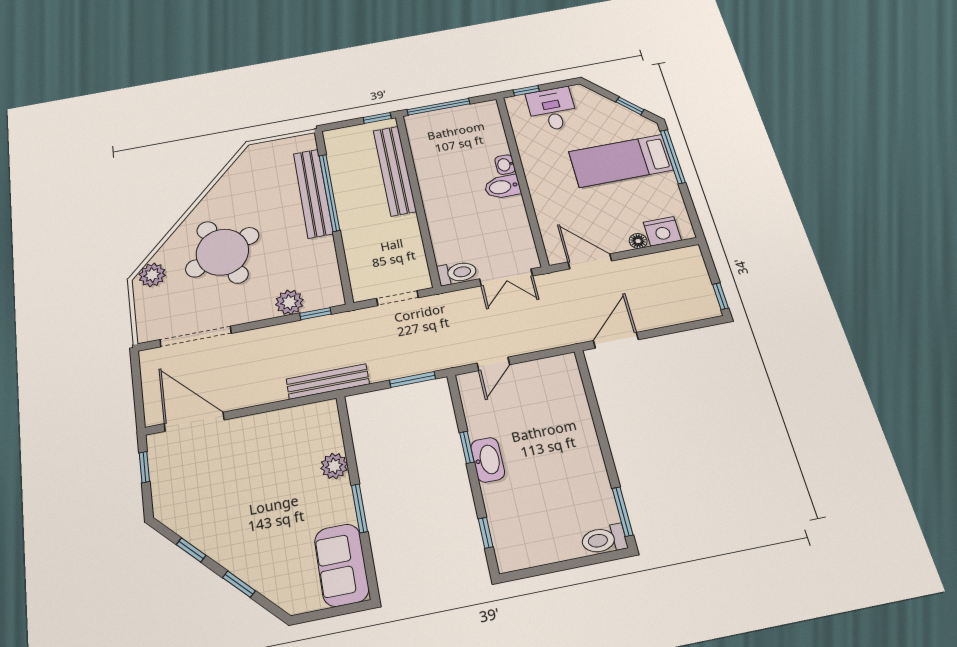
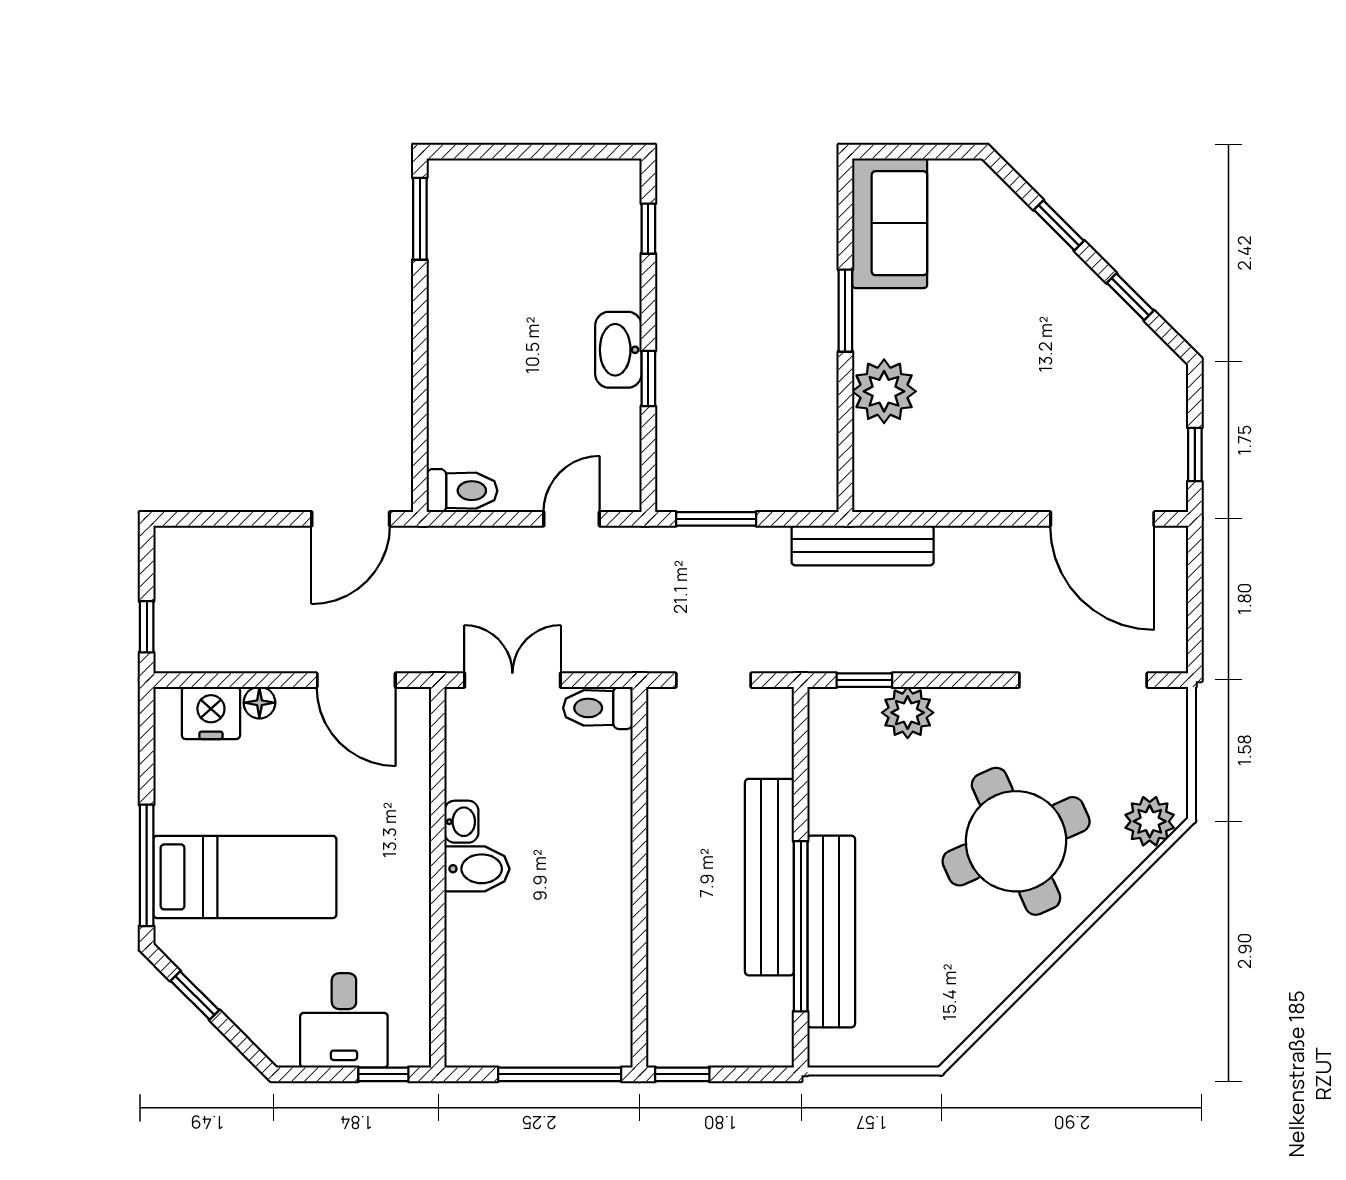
washbasin: (505, 165) -> (461, 822), moved
bench: (395, 171) -> (769, 877), moved
window: (720, 296) -> (147, 627), moved
plant: (334, 466) -> (884, 391), width x1.36, depth x1.36
toilet: (604, 540) -> (462, 491), moved

